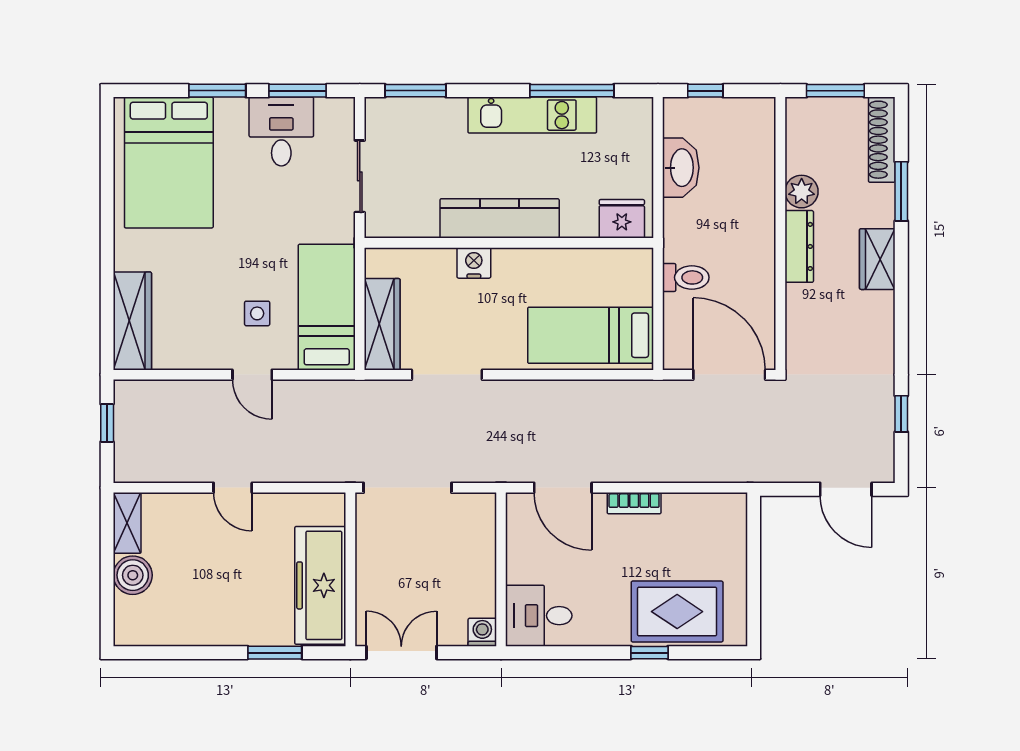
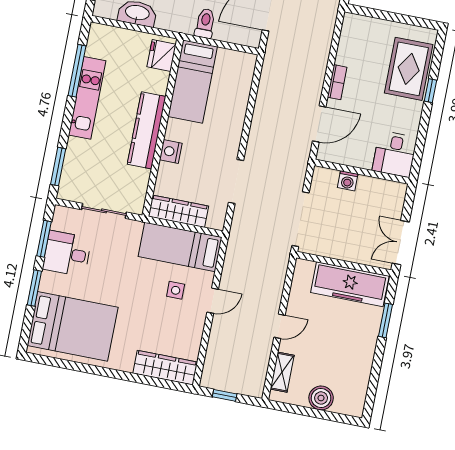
wardrobe: (382, 324) -> (178, 211), moved
bed: (591, 335) -> (193, 82), moved
shelving: (127, 523) -> (282, 372), moved, turned 90
washing machine: (482, 632) -> (348, 181), moved, turned -90

